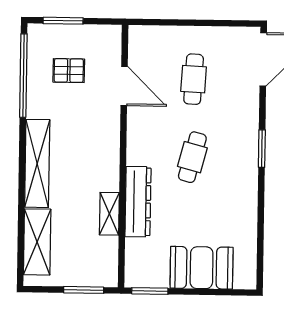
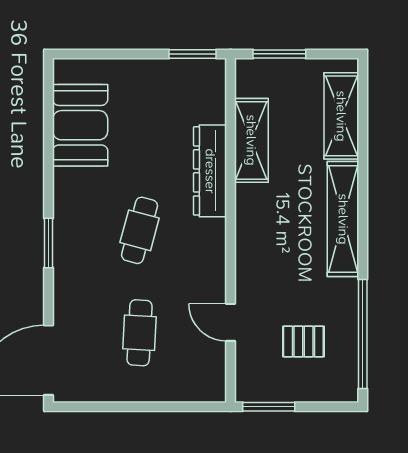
window: (63, 21) -> (269, 407), moved
door: (124, 86) -> (231, 322), width x0.73
shelving: (109, 214) -> (251, 140), width x1.50, depth x1.33
booth: (202, 268) -> (80, 125), moved, turned 90

